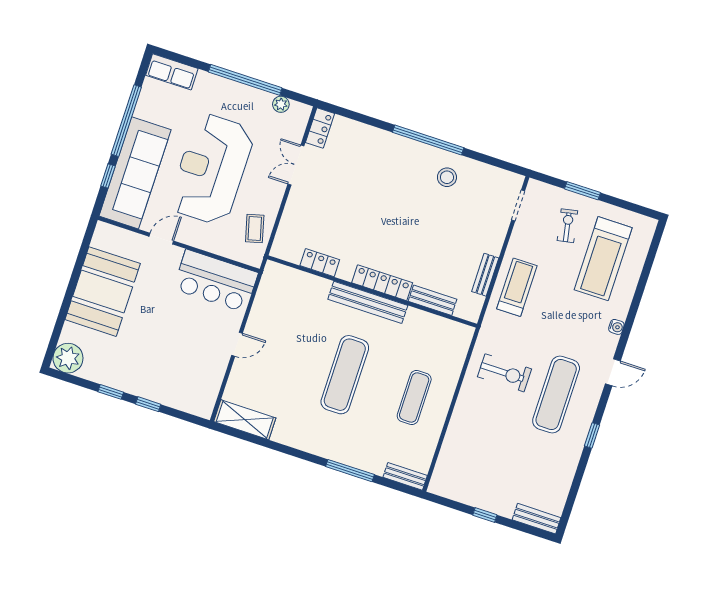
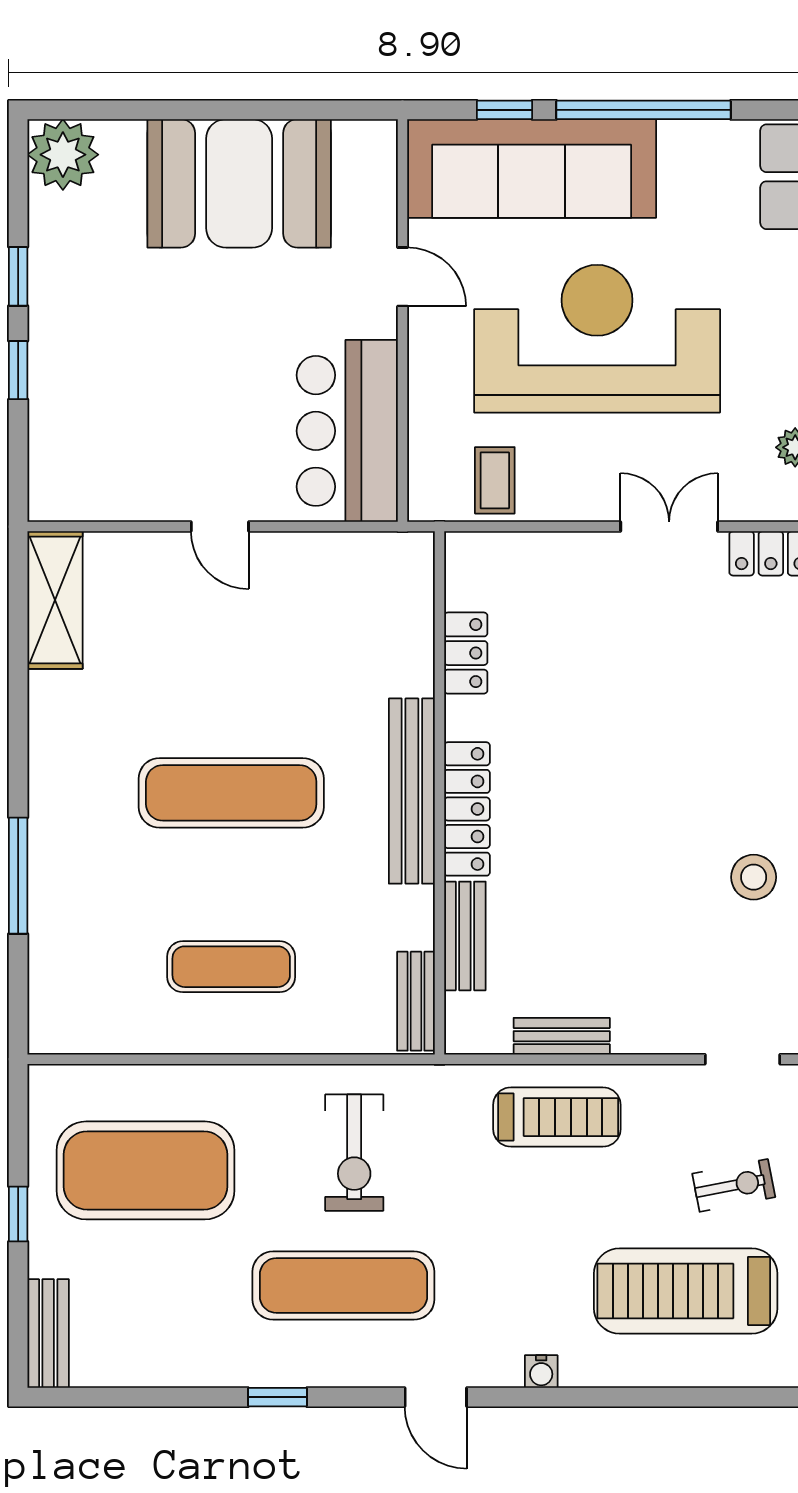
coffee table: (255, 228) -> (495, 480), turned -75
exercise mat: (484, 458) -> (145, 1170), added
bench: (405, 476) -> (416, 1001), moved

